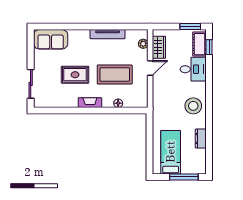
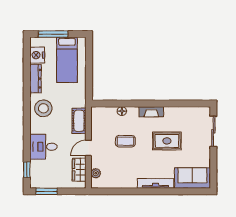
tv unit: (108, 34) -> (156, 183), moved
cot: (200, 44) -> (79, 121), moved
coffee table: (115, 74) -> (125, 141), width x0.54, depth x0.58
dresser: (201, 139) -> (35, 79), width x1.44
nightstand: (199, 157) -> (37, 55), added

